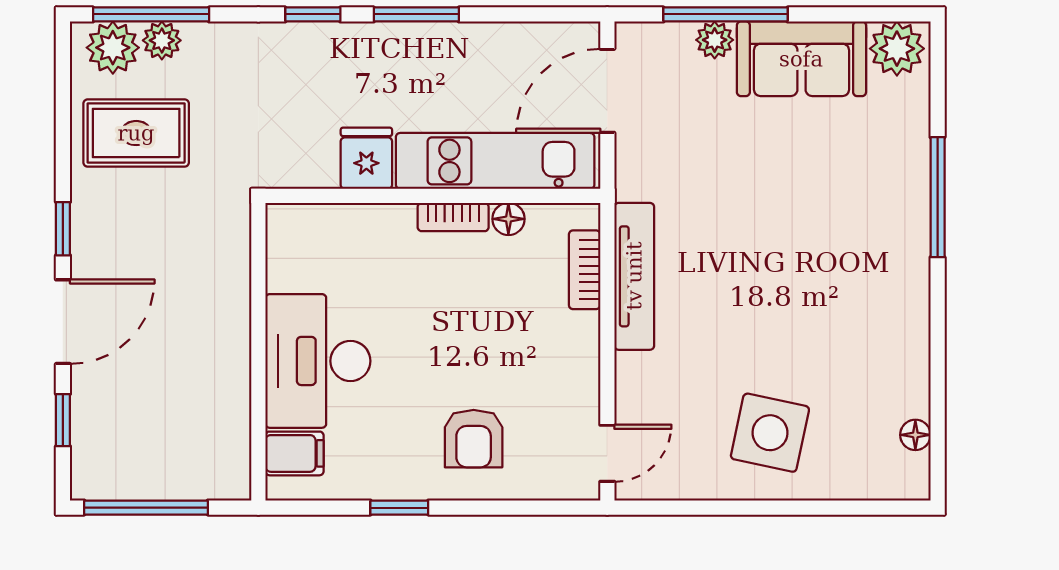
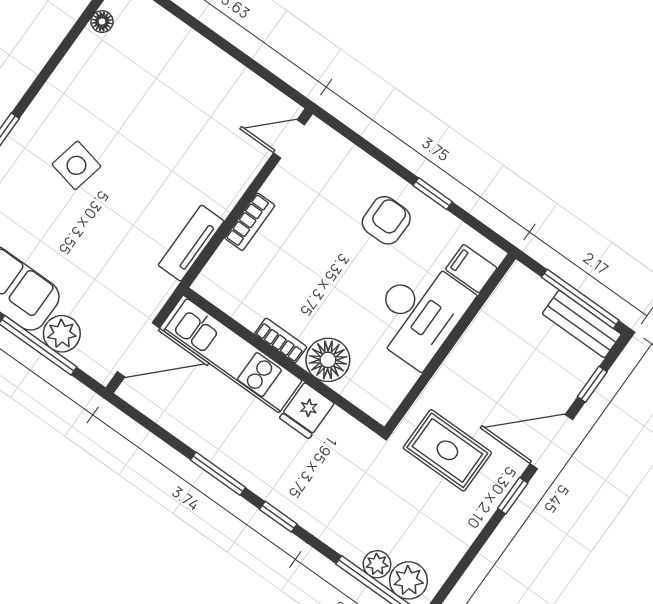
plant: (715, 40) -> (62, 334), width x1.38, depth x1.38
rug: (136, 133) -> (447, 450), moved
floor lamp: (508, 219) -> (328, 360), moved, width x1.89, depth x1.89
bookcase: (585, 270) -> (250, 222), moved
tv unit: (634, 276) -> (191, 243), width x0.71
side table: (770, 433) -> (76, 165), moved, width x0.73, depth x0.73
armchair: (474, 439) -> (386, 220), moved
bench: (124, 480) -> (582, 324), added

